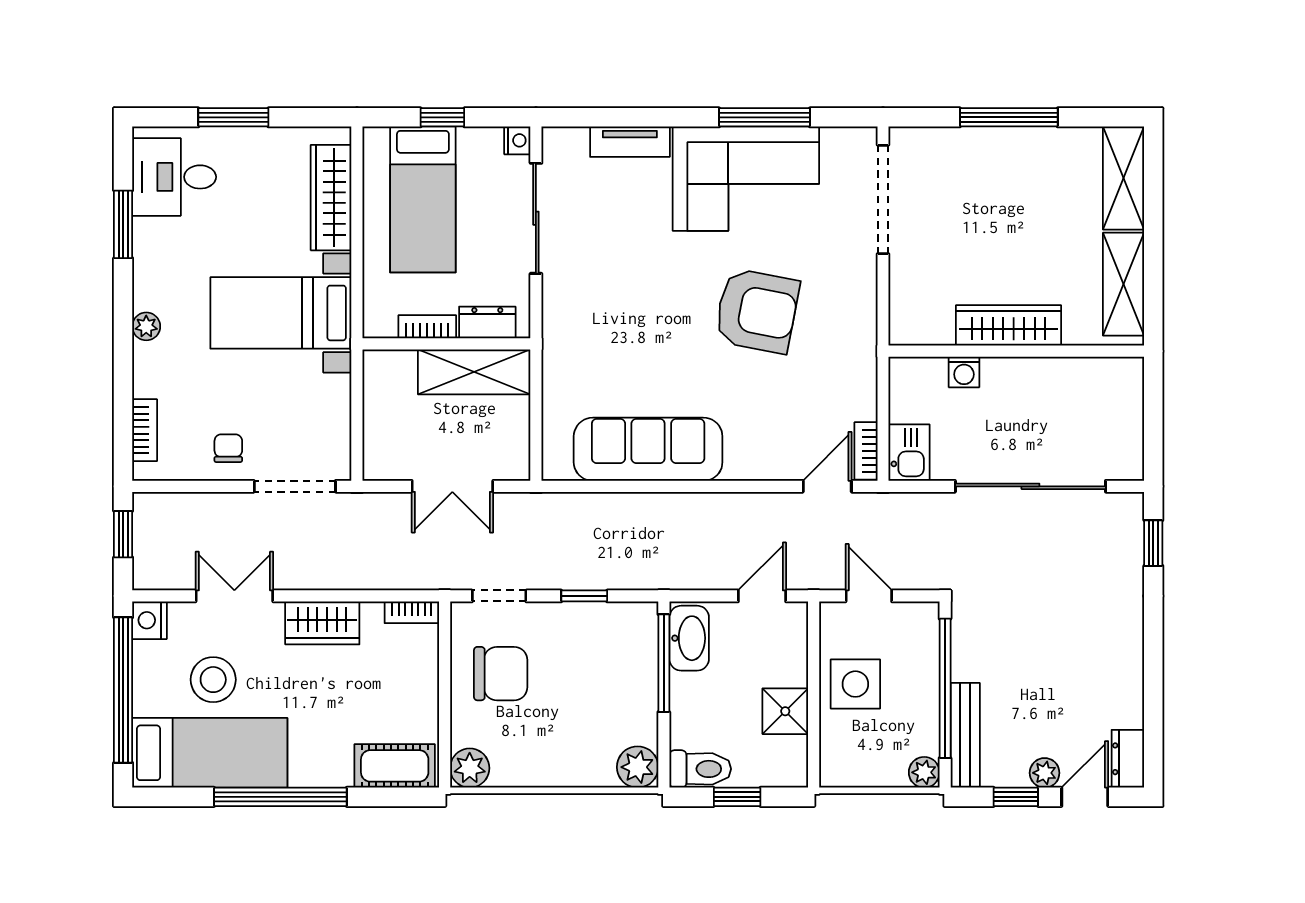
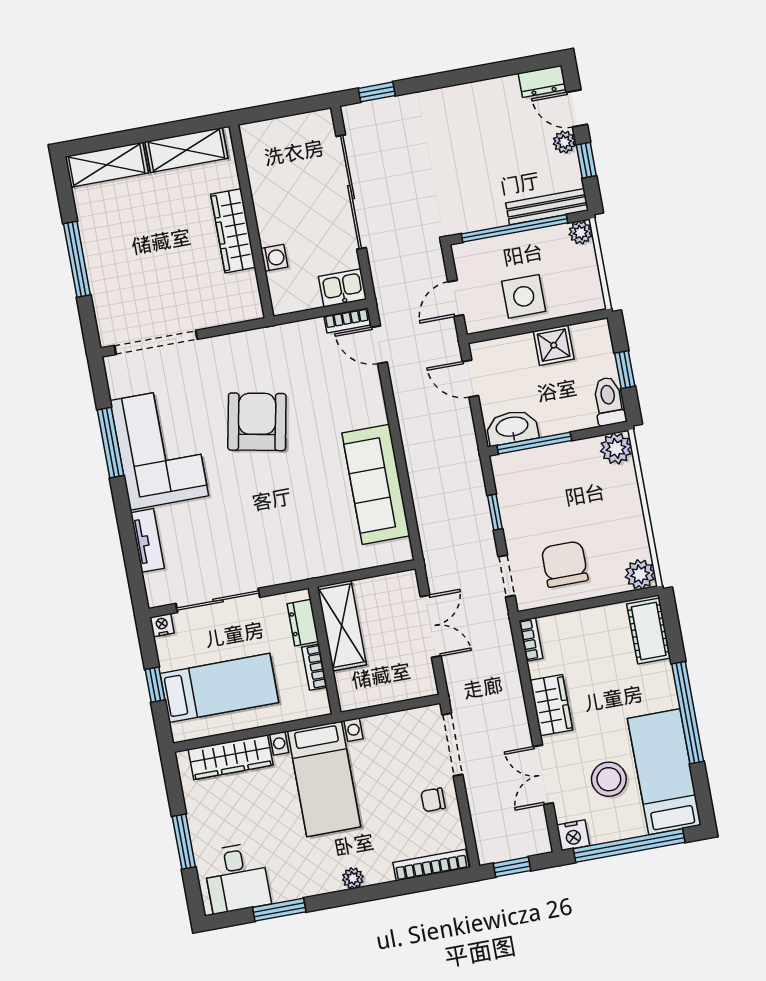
bookcase: (145, 430) -> (431, 865), width x1.56

